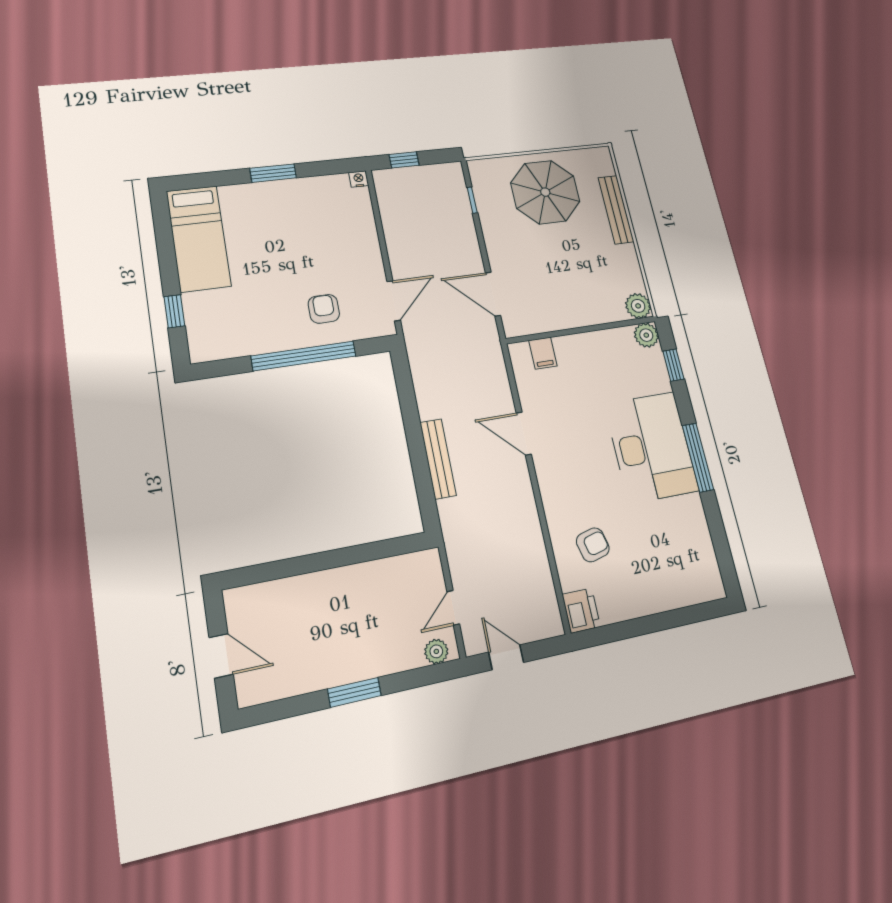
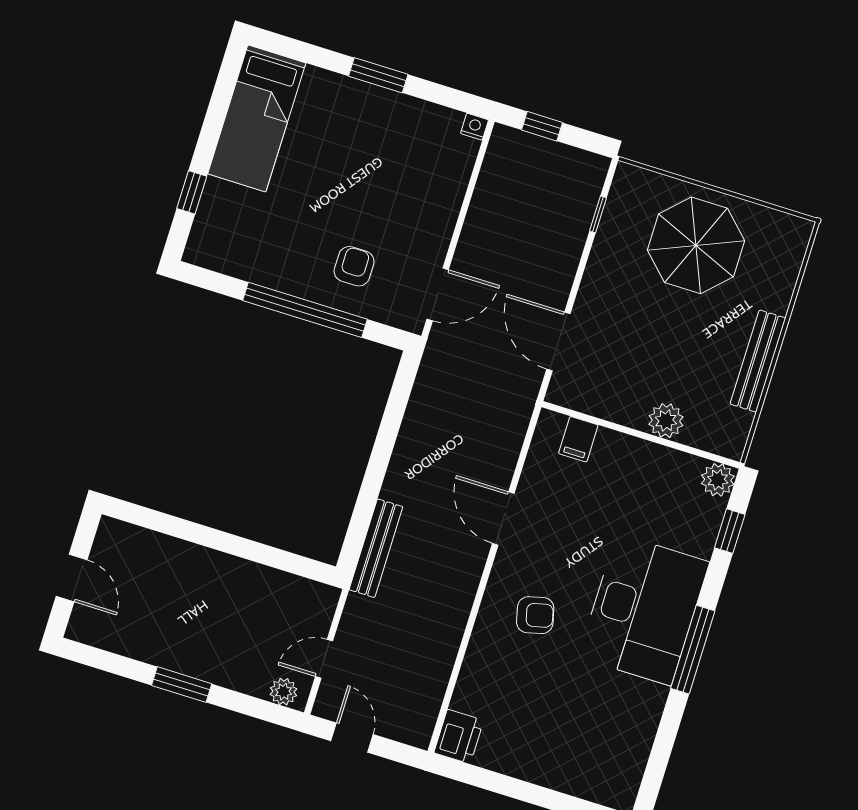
bench: (616, 209) -> (758, 361), moved
plant: (638, 306) -> (666, 421), moved
bench: (438, 459) -> (376, 548), moved
armchair: (593, 545) -> (535, 615), moved

